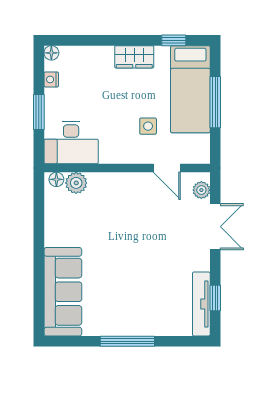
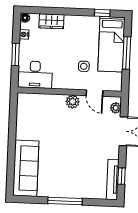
wardrobe: (134, 57) -> (51, 21), moved
floor lamp: (56, 179) -> (25, 97), removed
plant: (76, 183) -> (73, 102), moved

